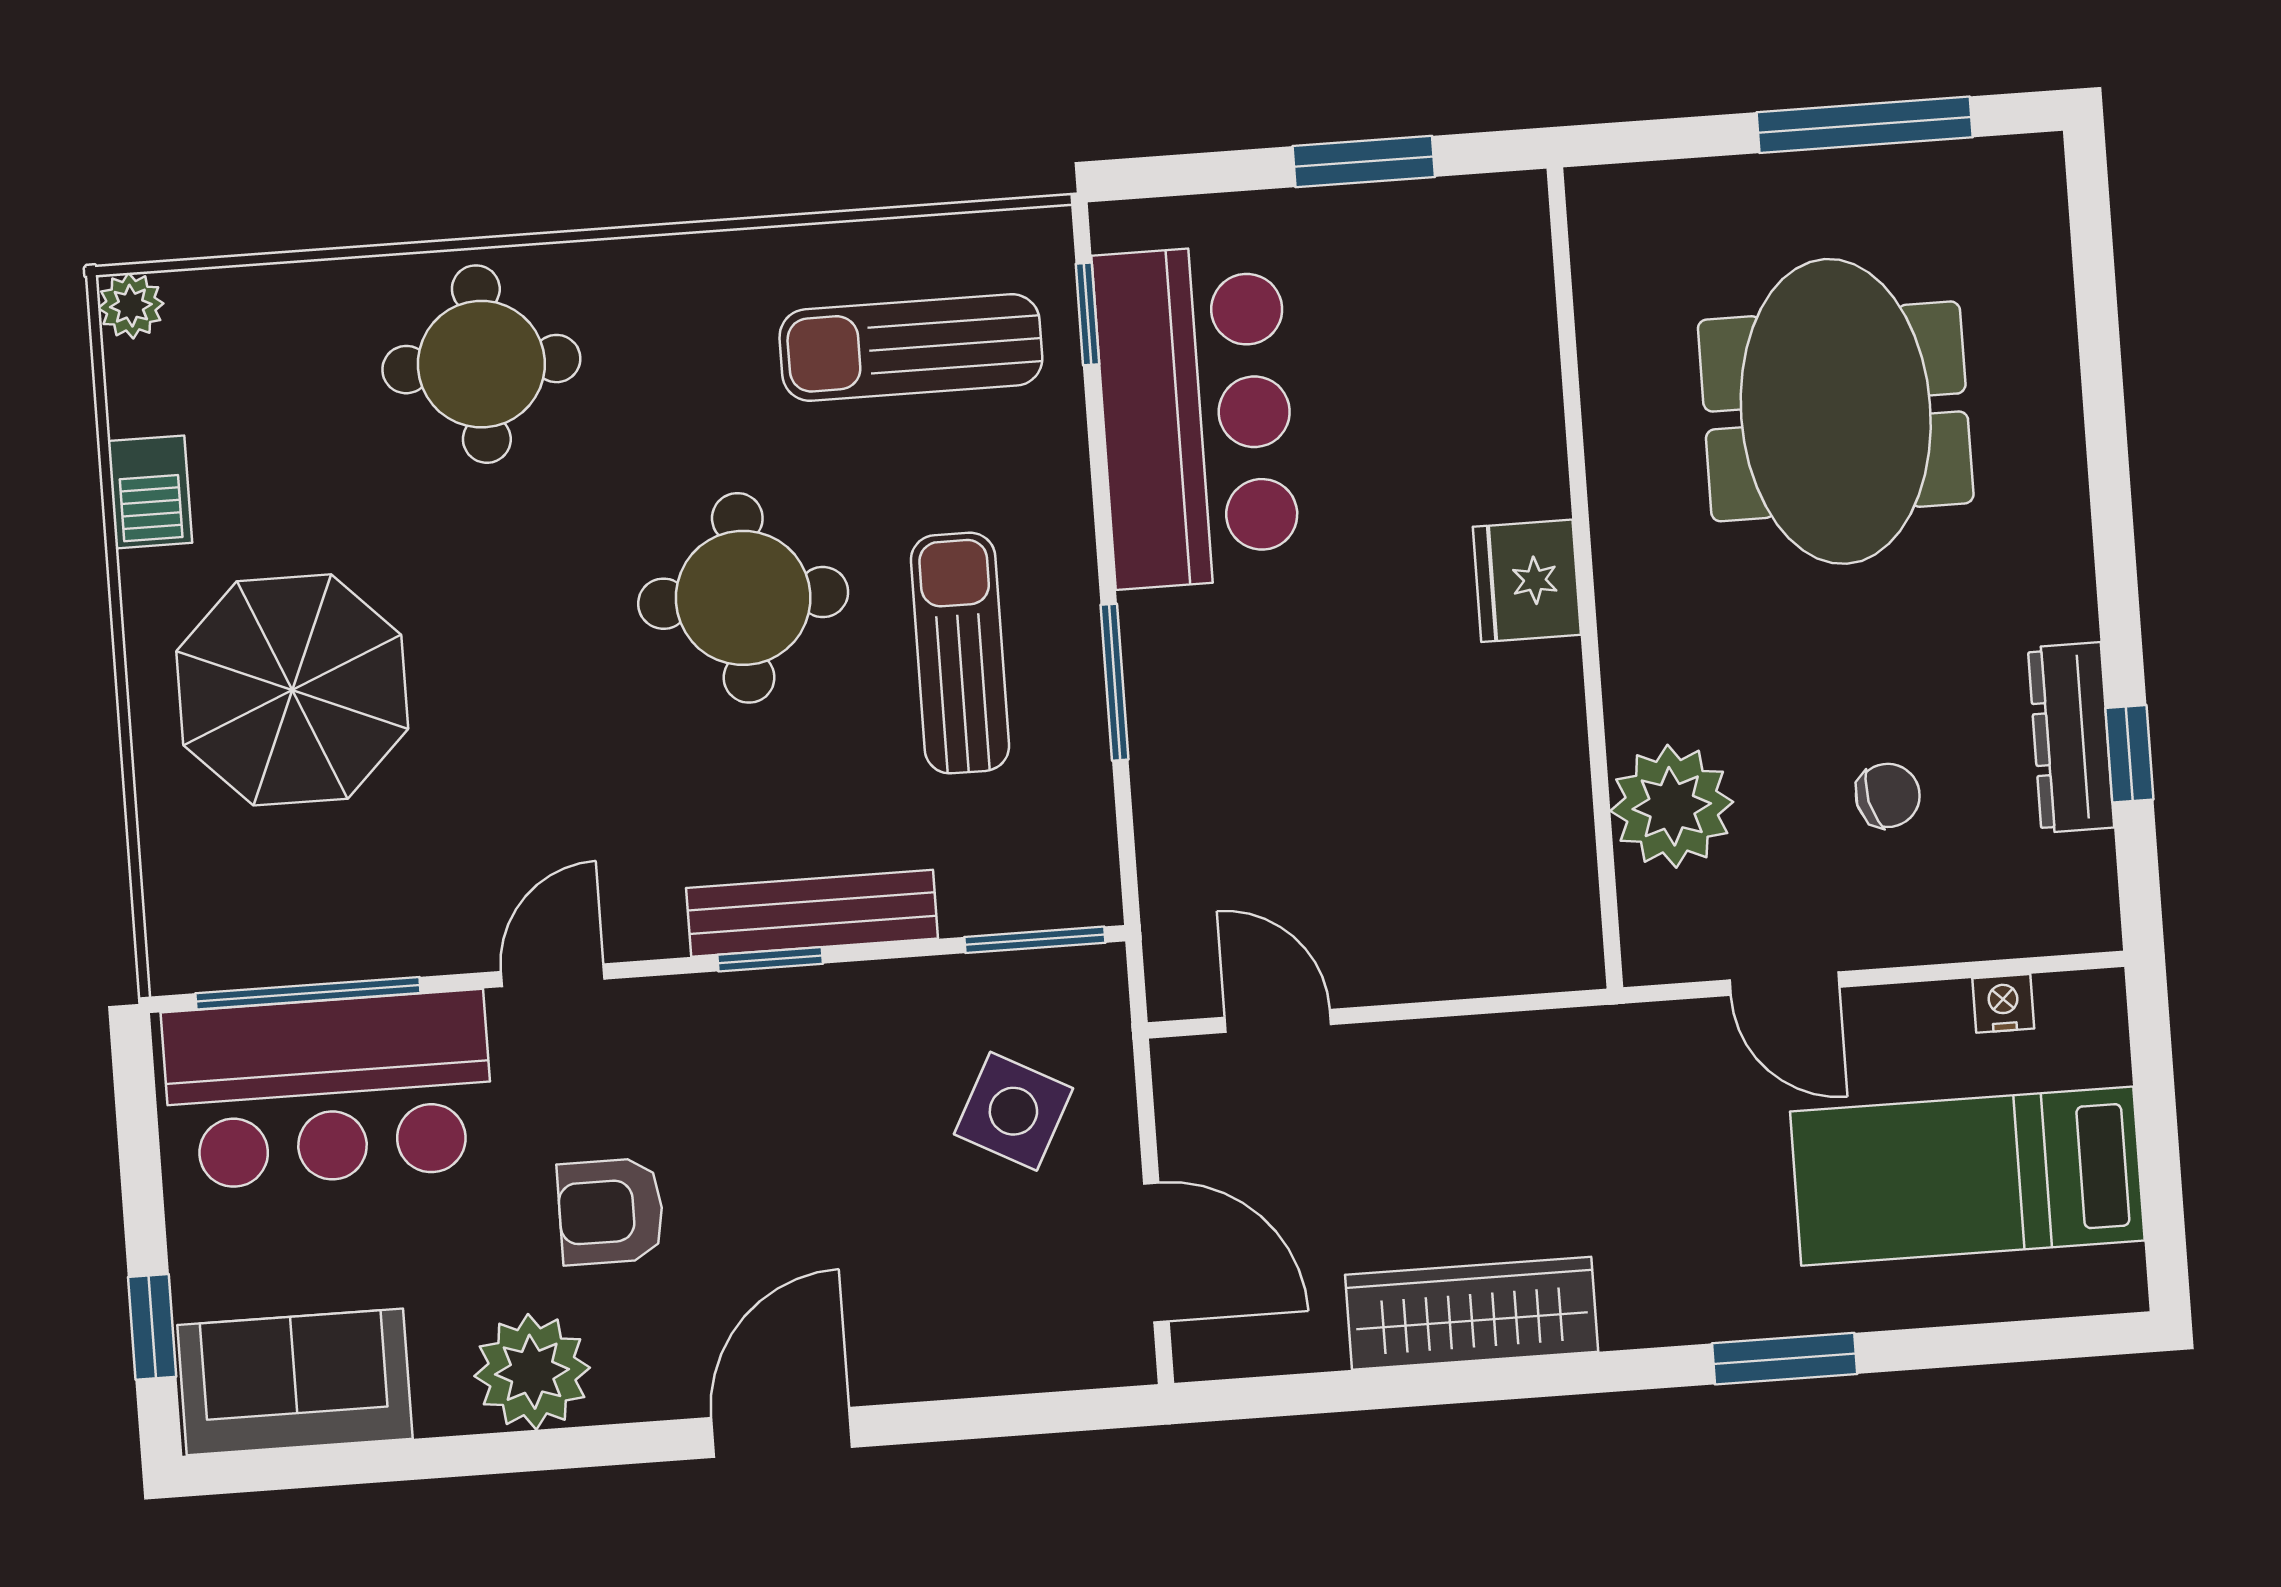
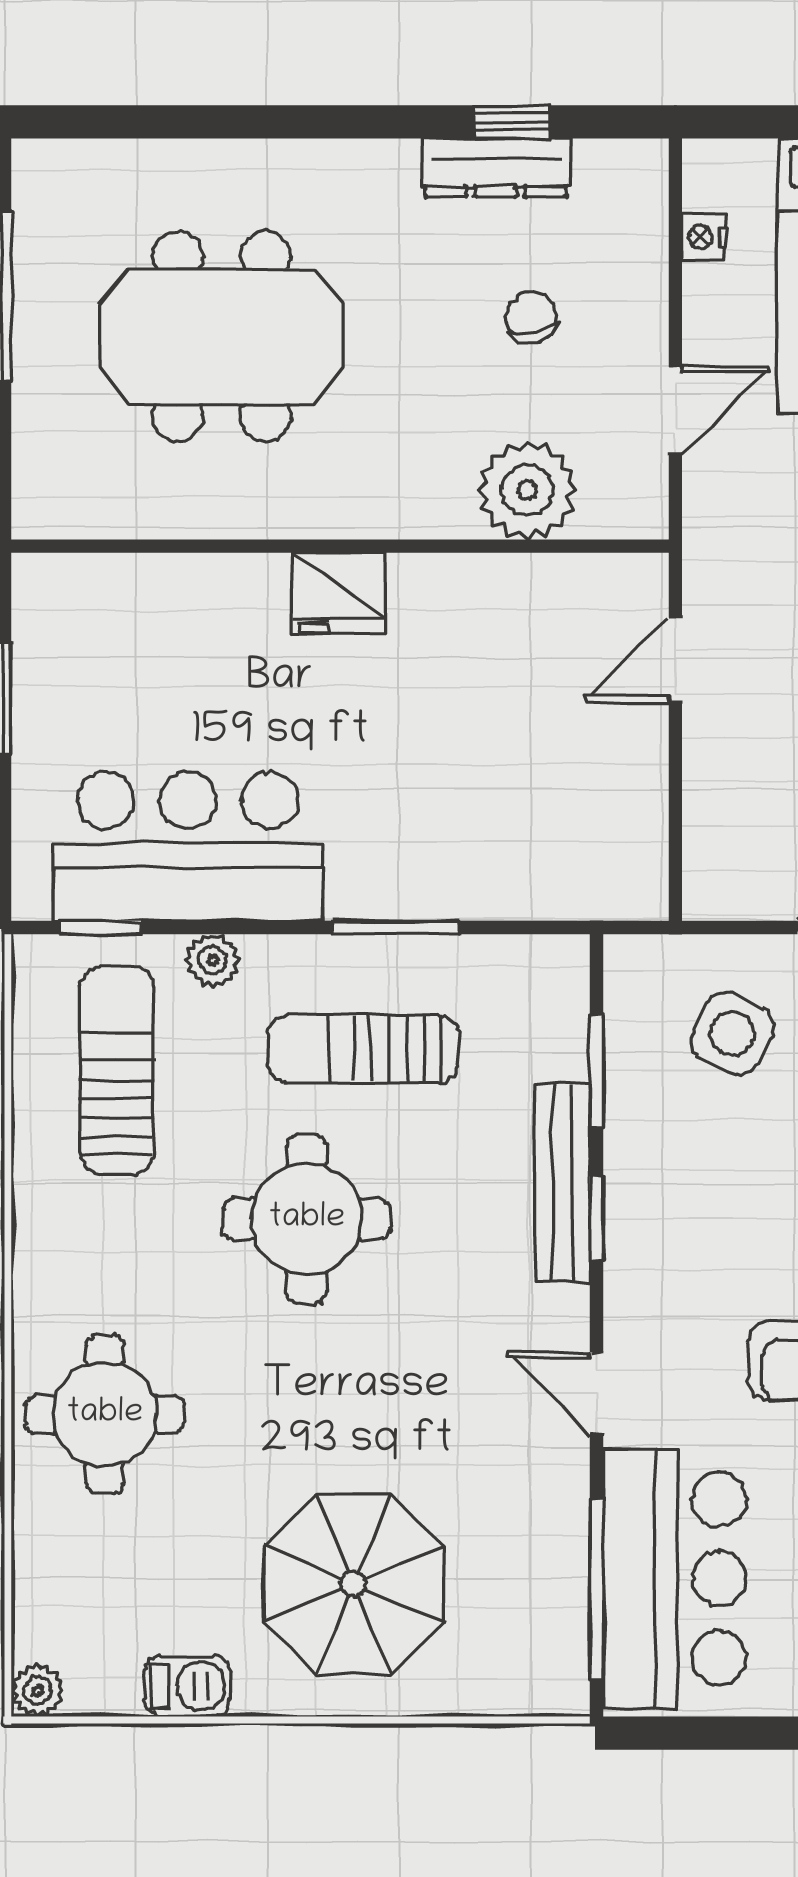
sun lounger: (911, 347) -> (117, 1070), turned 180
plant: (1057, 457) -> (213, 960), added
window: (1035, 940) -> (596, 1071), moved
door: (1278, 1021) -> (675, 660), moved

